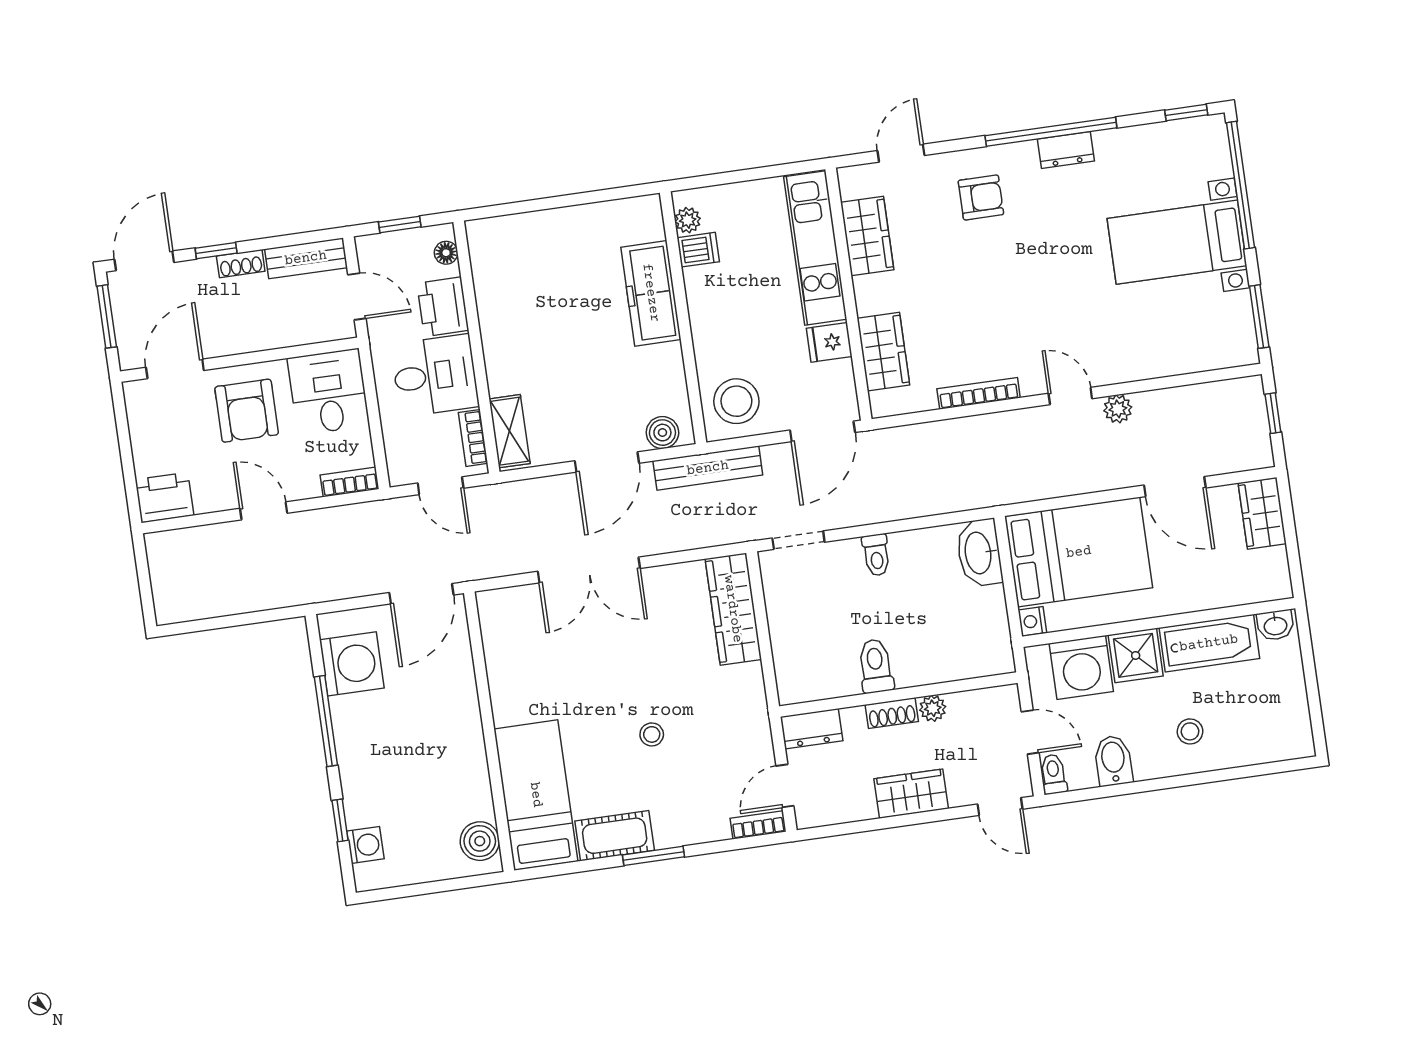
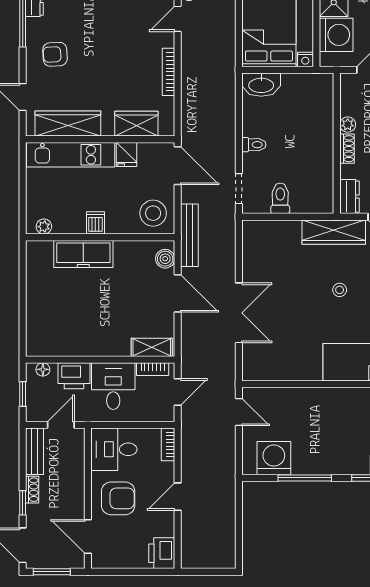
armchair: (981, 197) -> (55, 54), turned -93
wardrobe: (867, 236) -> (68, 124), width x1.50
dishwasher: (698, 250) -> (95, 223), moved
door: (421, 594) -> (239, 412), width x0.73
wardrobe: (733, 609) -> (334, 232), moved
toilet: (876, 666) -> (280, 198), moved, turned 90

